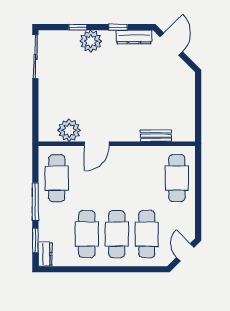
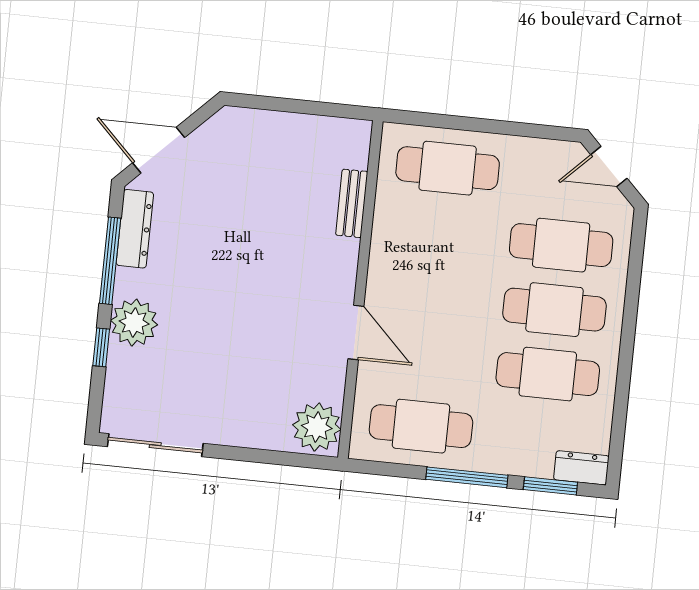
window: (118, 27) -> (110, 261), width x2.17
plant: (69, 130) -> (317, 427), moved

